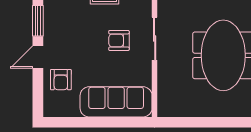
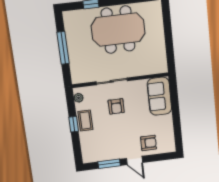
sofa: (116, 102) -> (159, 96), width x0.73

